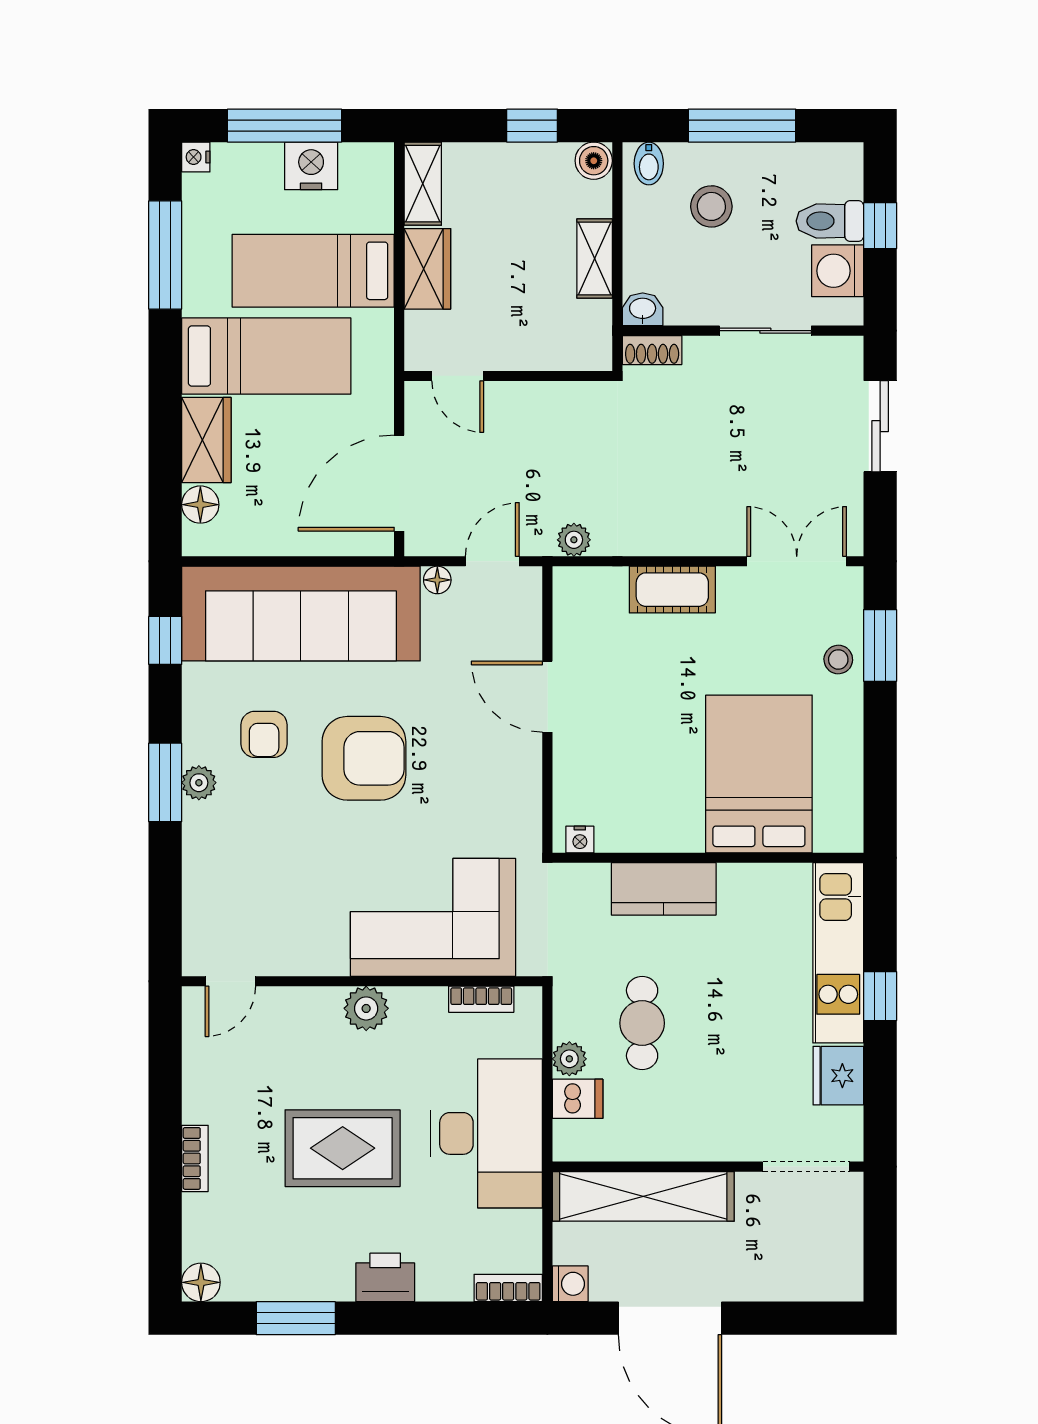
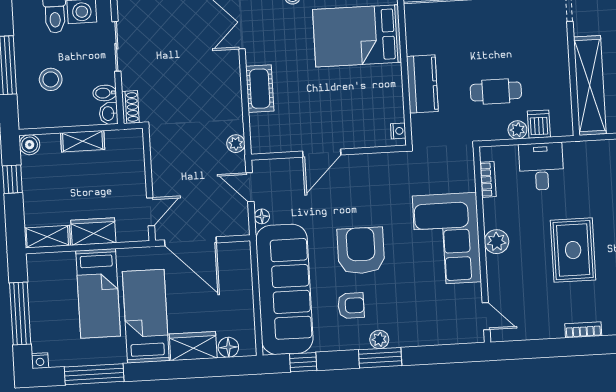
bidet: (649, 164) -> (105, 93), moved, turned 180
nightstand: (311, 166) -> (41, 298), removed
door: (399, 483) -> (190, 241), moved
corner sofa: (433, 917) -> (447, 239), moved
desk: (487, 1133) -> (541, 166), width x0.53, depth x0.77

